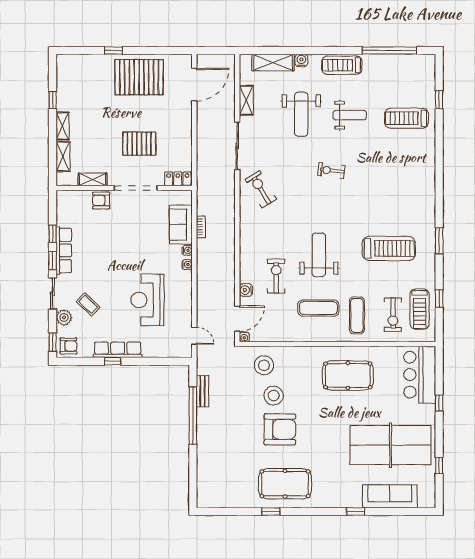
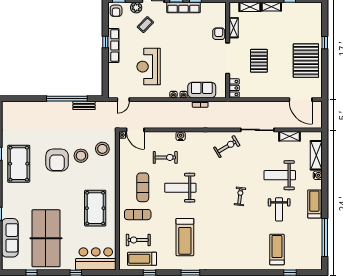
weight bench: (319, 255) -> (180, 188), turned 180
water cooler: (246, 290) -> (181, 136), moved
reception desk: (147, 300) -> (149, 67), turned -90

